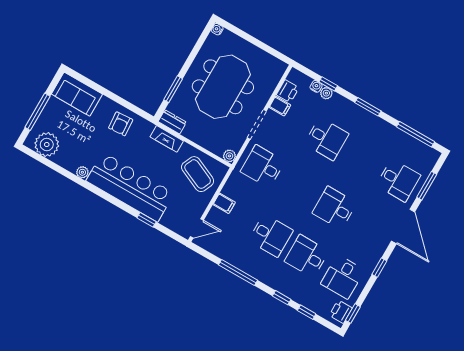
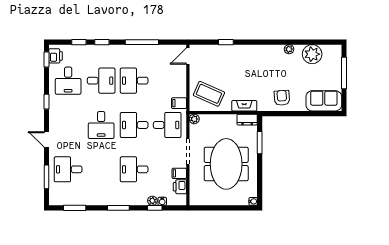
window: (416, 134) -> (75, 208), width x0.69
plant: (47, 145) -> (312, 54), moved
bar counter: (130, 187) -> (250, 58), removed
desk: (299, 187) -> (134, 125), added
filing cabinet: (224, 203) -> (179, 103), moved
desk: (335, 208) -> (101, 125), turned 90
door: (403, 226) -> (46, 139), width x0.53
desk: (343, 277) -> (68, 81), turned 180

